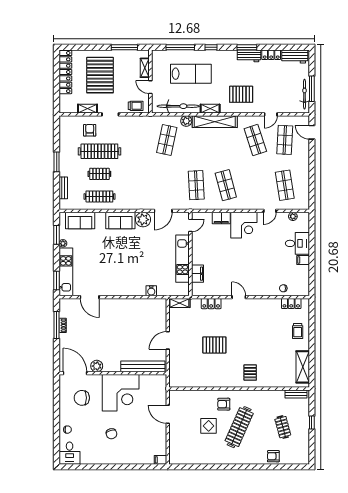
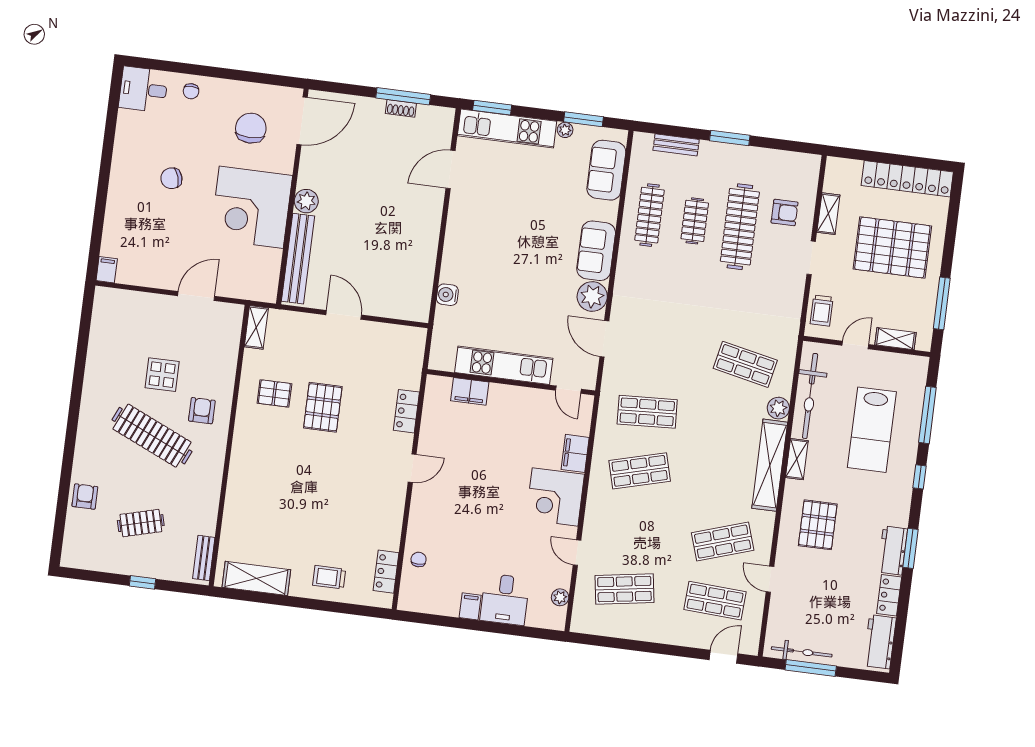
shelving: (179, 303) -> (256, 327), moved
plant: (97, 366) -> (306, 201), moved
pallet: (250, 373) -> (274, 393), moved

